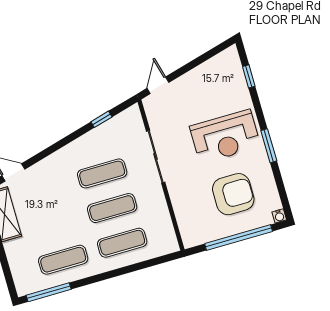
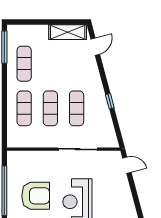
window: (101, 119) -> (110, 101), moved
armchair: (233, 194) -> (36, 196), turned -90

